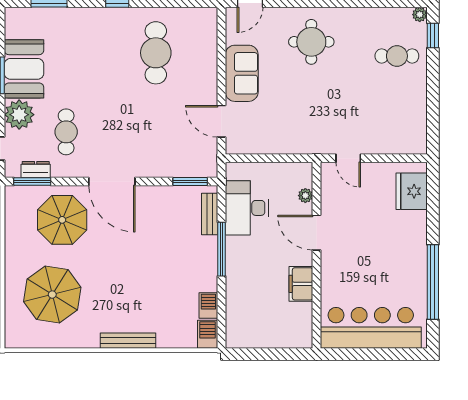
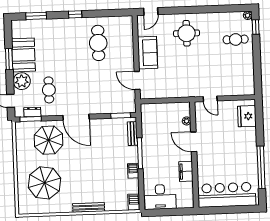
desk: (247, 208) -> (160, 197), moved, turned -90
barbecue: (208, 305) -> (133, 171), moved

